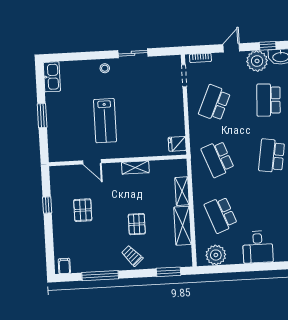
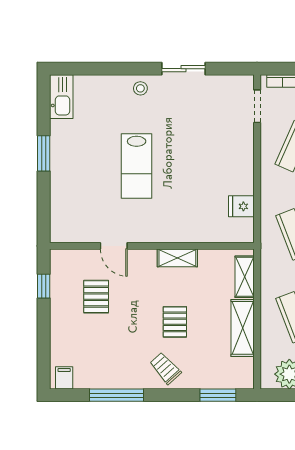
wall: (118, 160) -> (152, 246), moved
door: (92, 162) -> (114, 246), moved
shelving: (135, 167) -> (177, 258), moved

